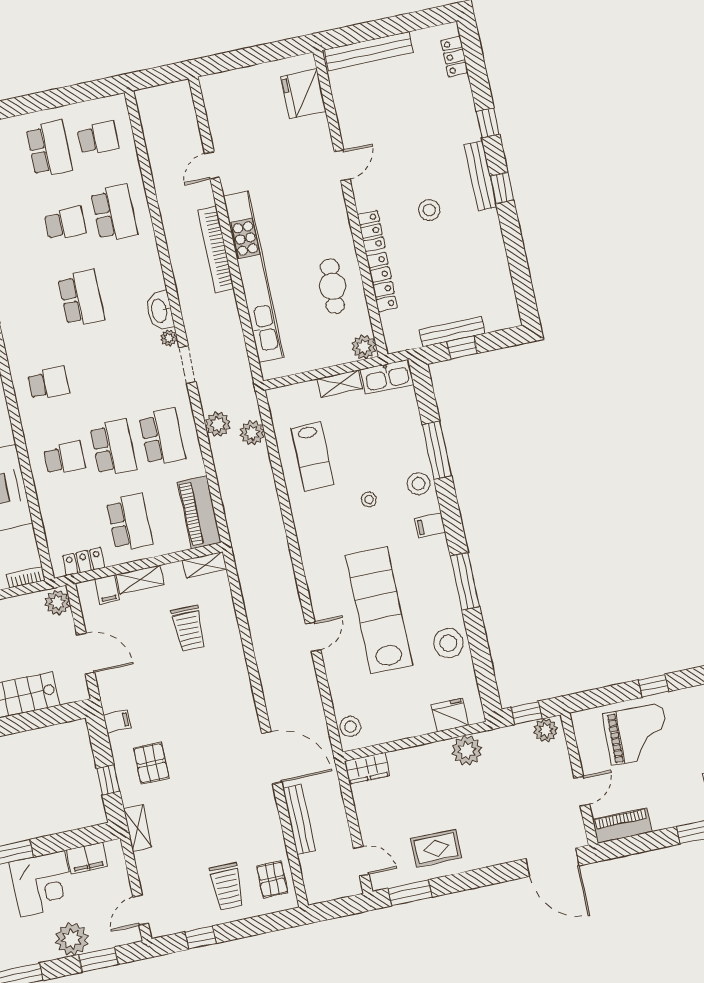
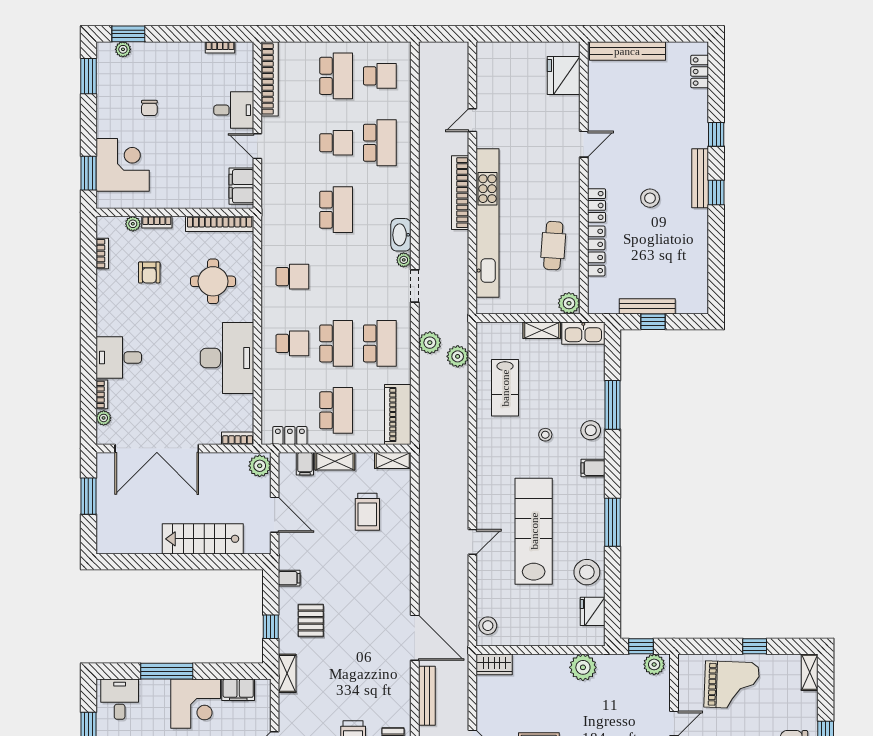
fridge: (450, 715) -> (593, 611), moved, turned -90

